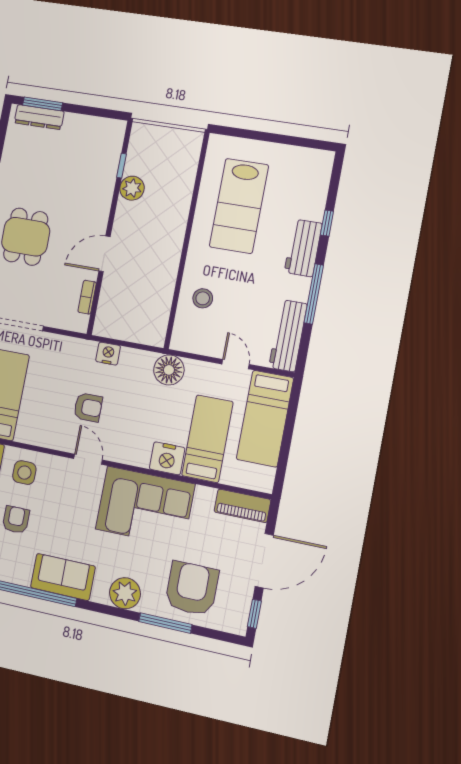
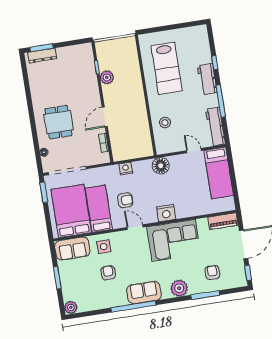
bed: (207, 439) -> (99, 209), moved
nightstand: (167, 458) -> (166, 213), moved
armchair: (192, 589) -> (212, 272), width x0.53, depth x0.53

